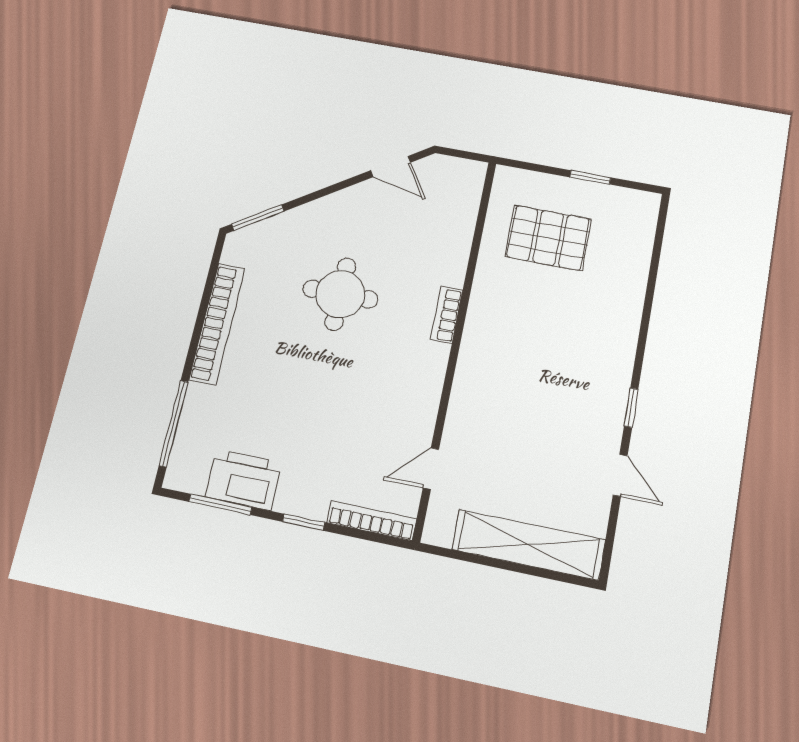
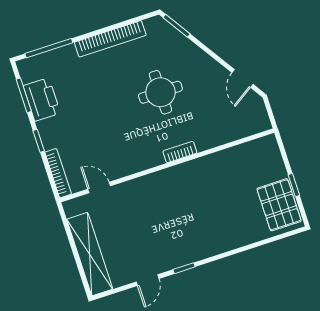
pallet: (548, 238) -> (279, 205), moved

